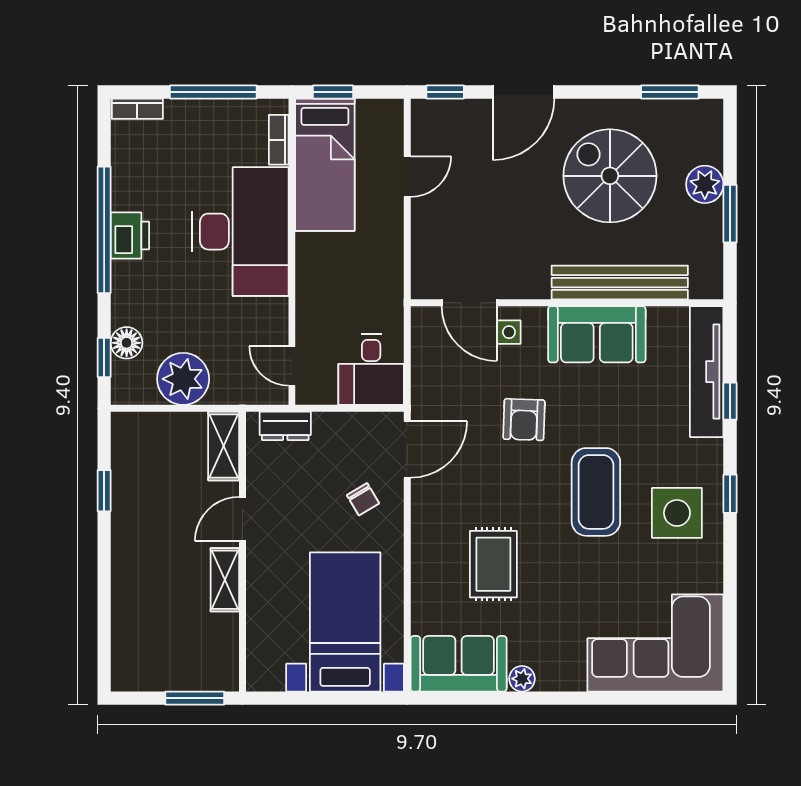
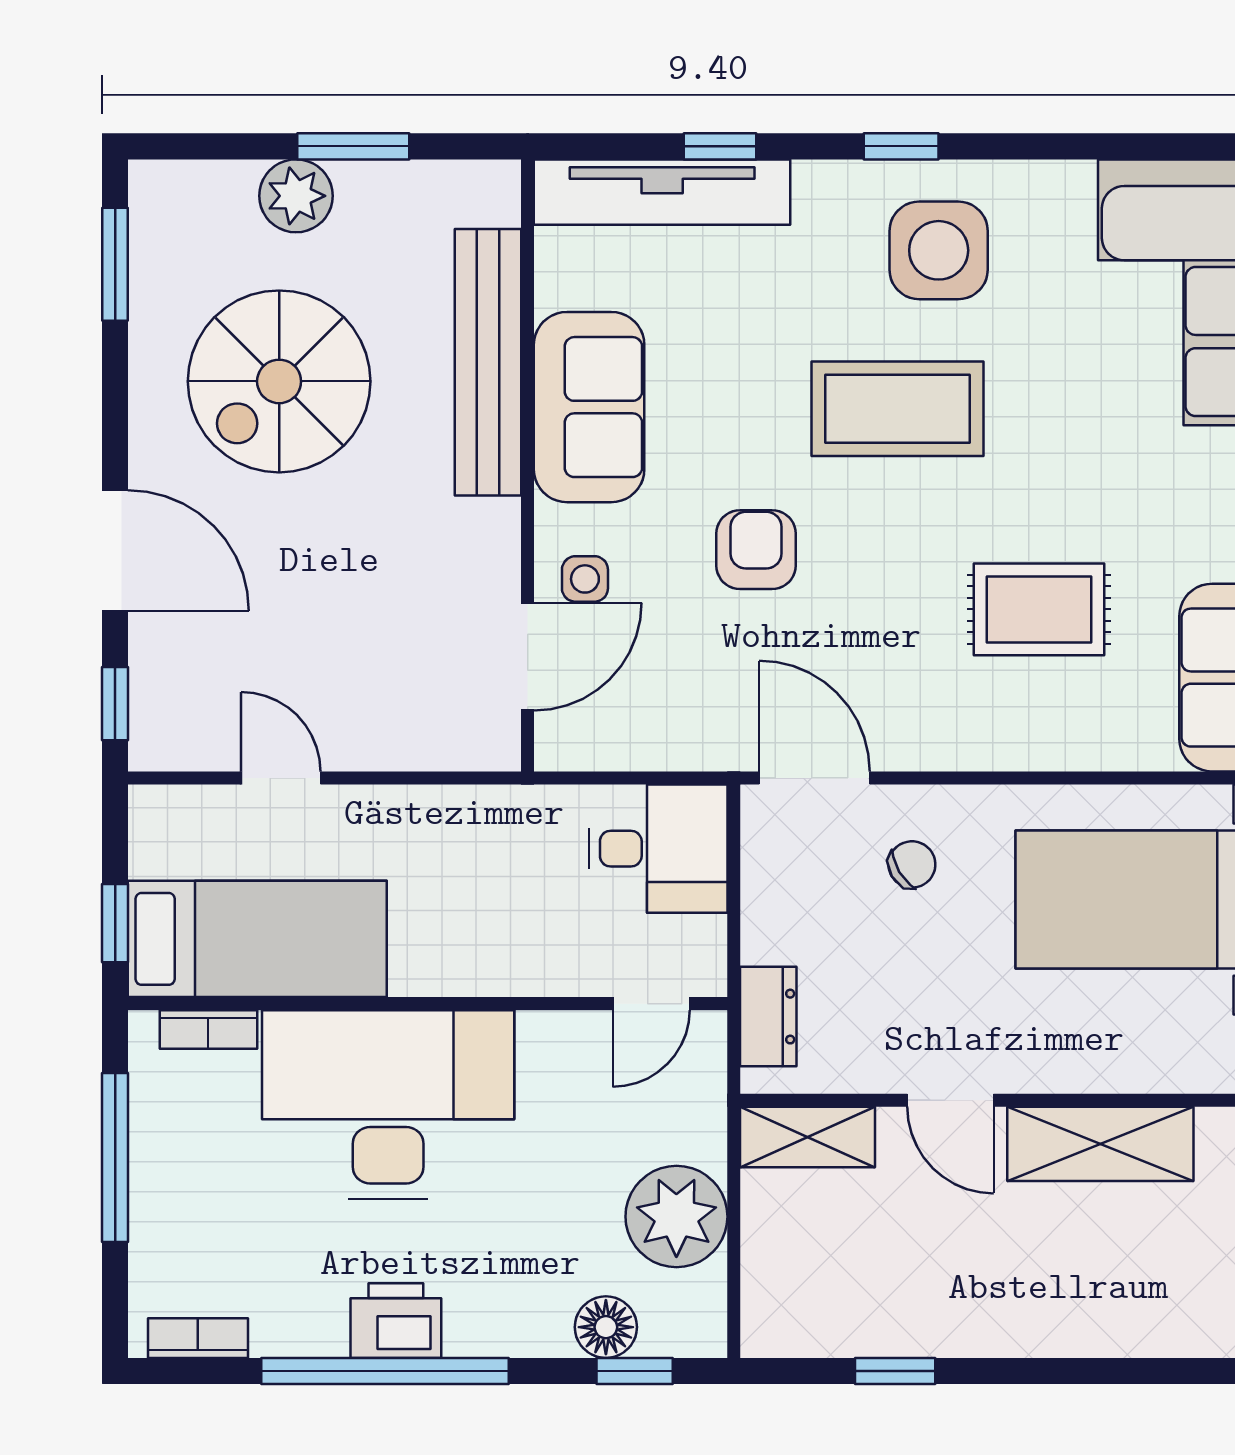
bookcase: (137, 109) -> (198, 1338), moved, turned -90
armchair: (524, 420) -> (756, 550), turned -92
shelving: (225, 580) -> (1100, 1144), width x1.50, depth x1.33

